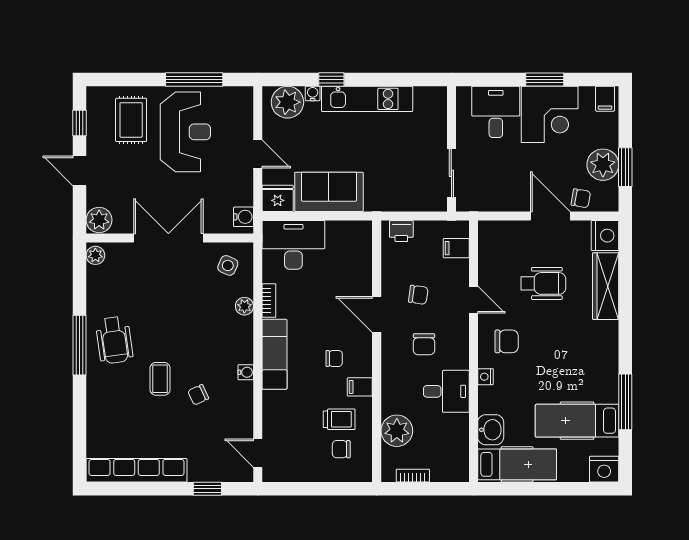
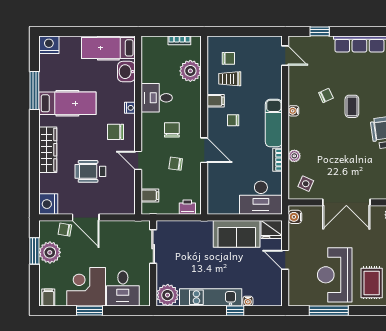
plant: (287, 102) -> (168, 295), moved
wardrobe: (606, 286) -> (48, 150), moved
hospital bed: (577, 421) -> (67, 103), moved

